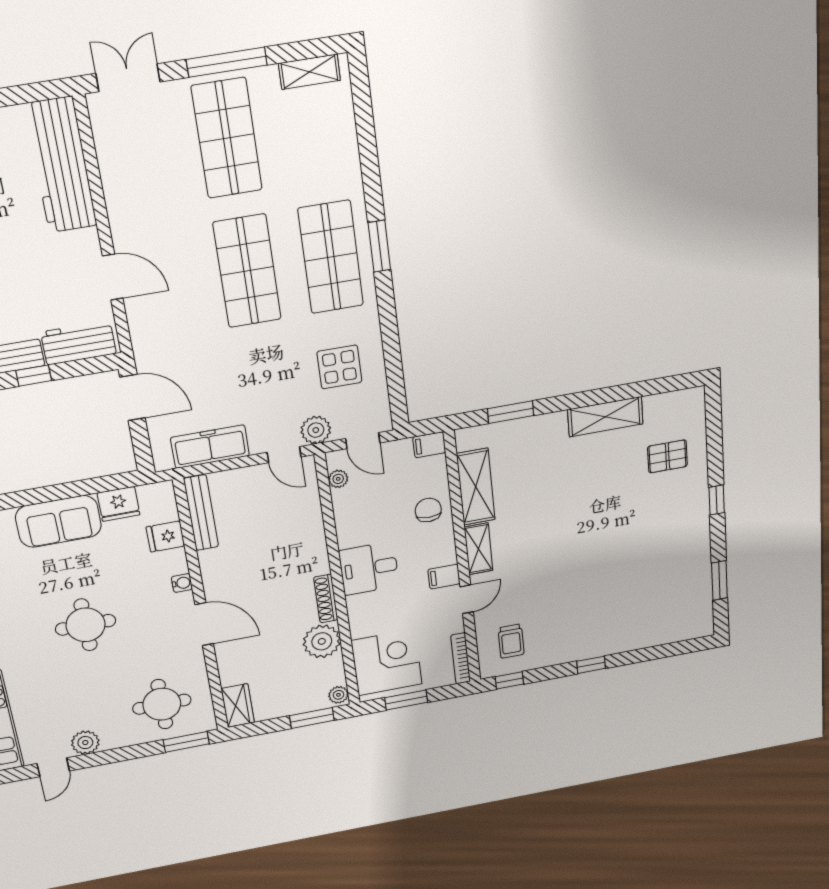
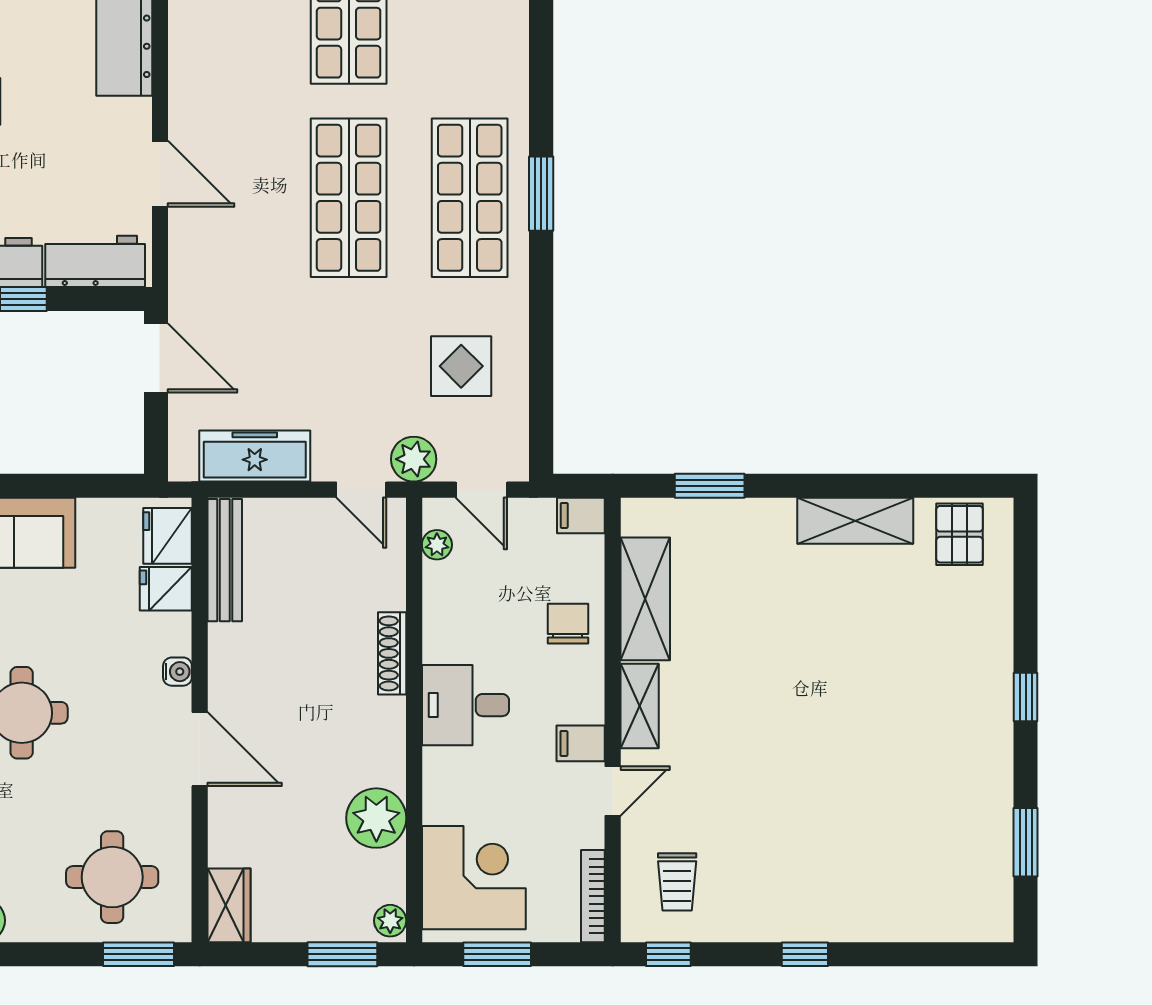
pallet: (667, 456) -> (960, 534), moved, turned 90
fridge: (119, 504) -> (168, 536), moved, turned 90
shoe rack: (326, 599) -> (392, 653), moved

